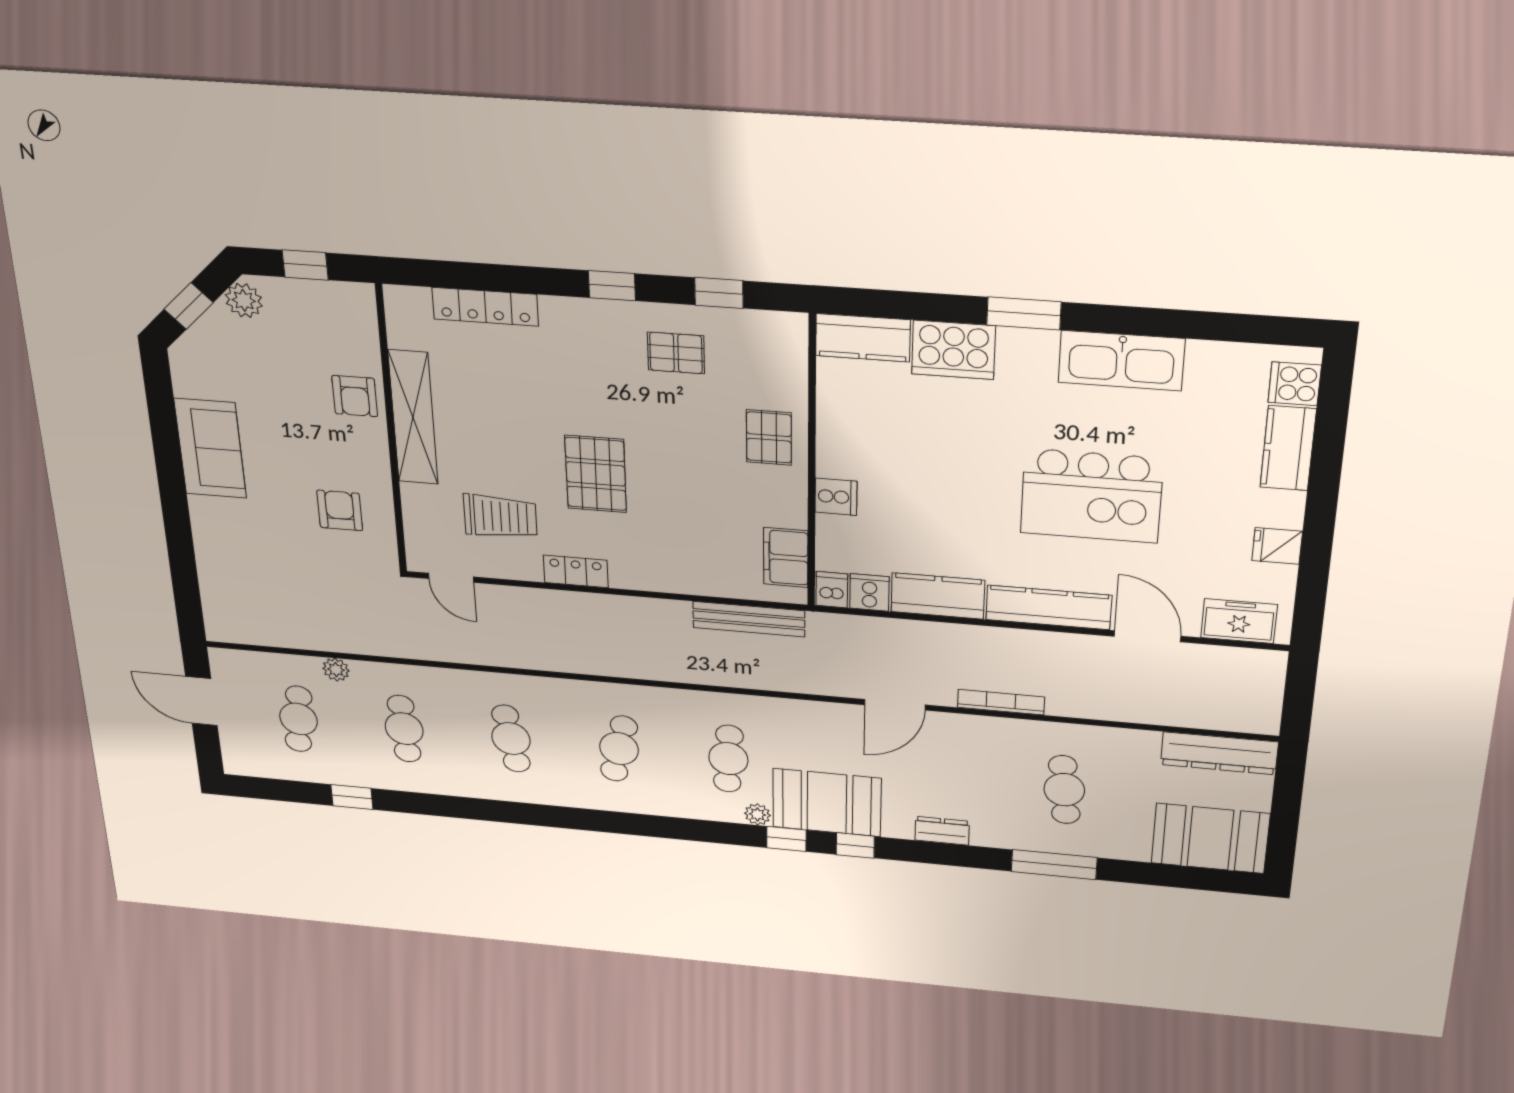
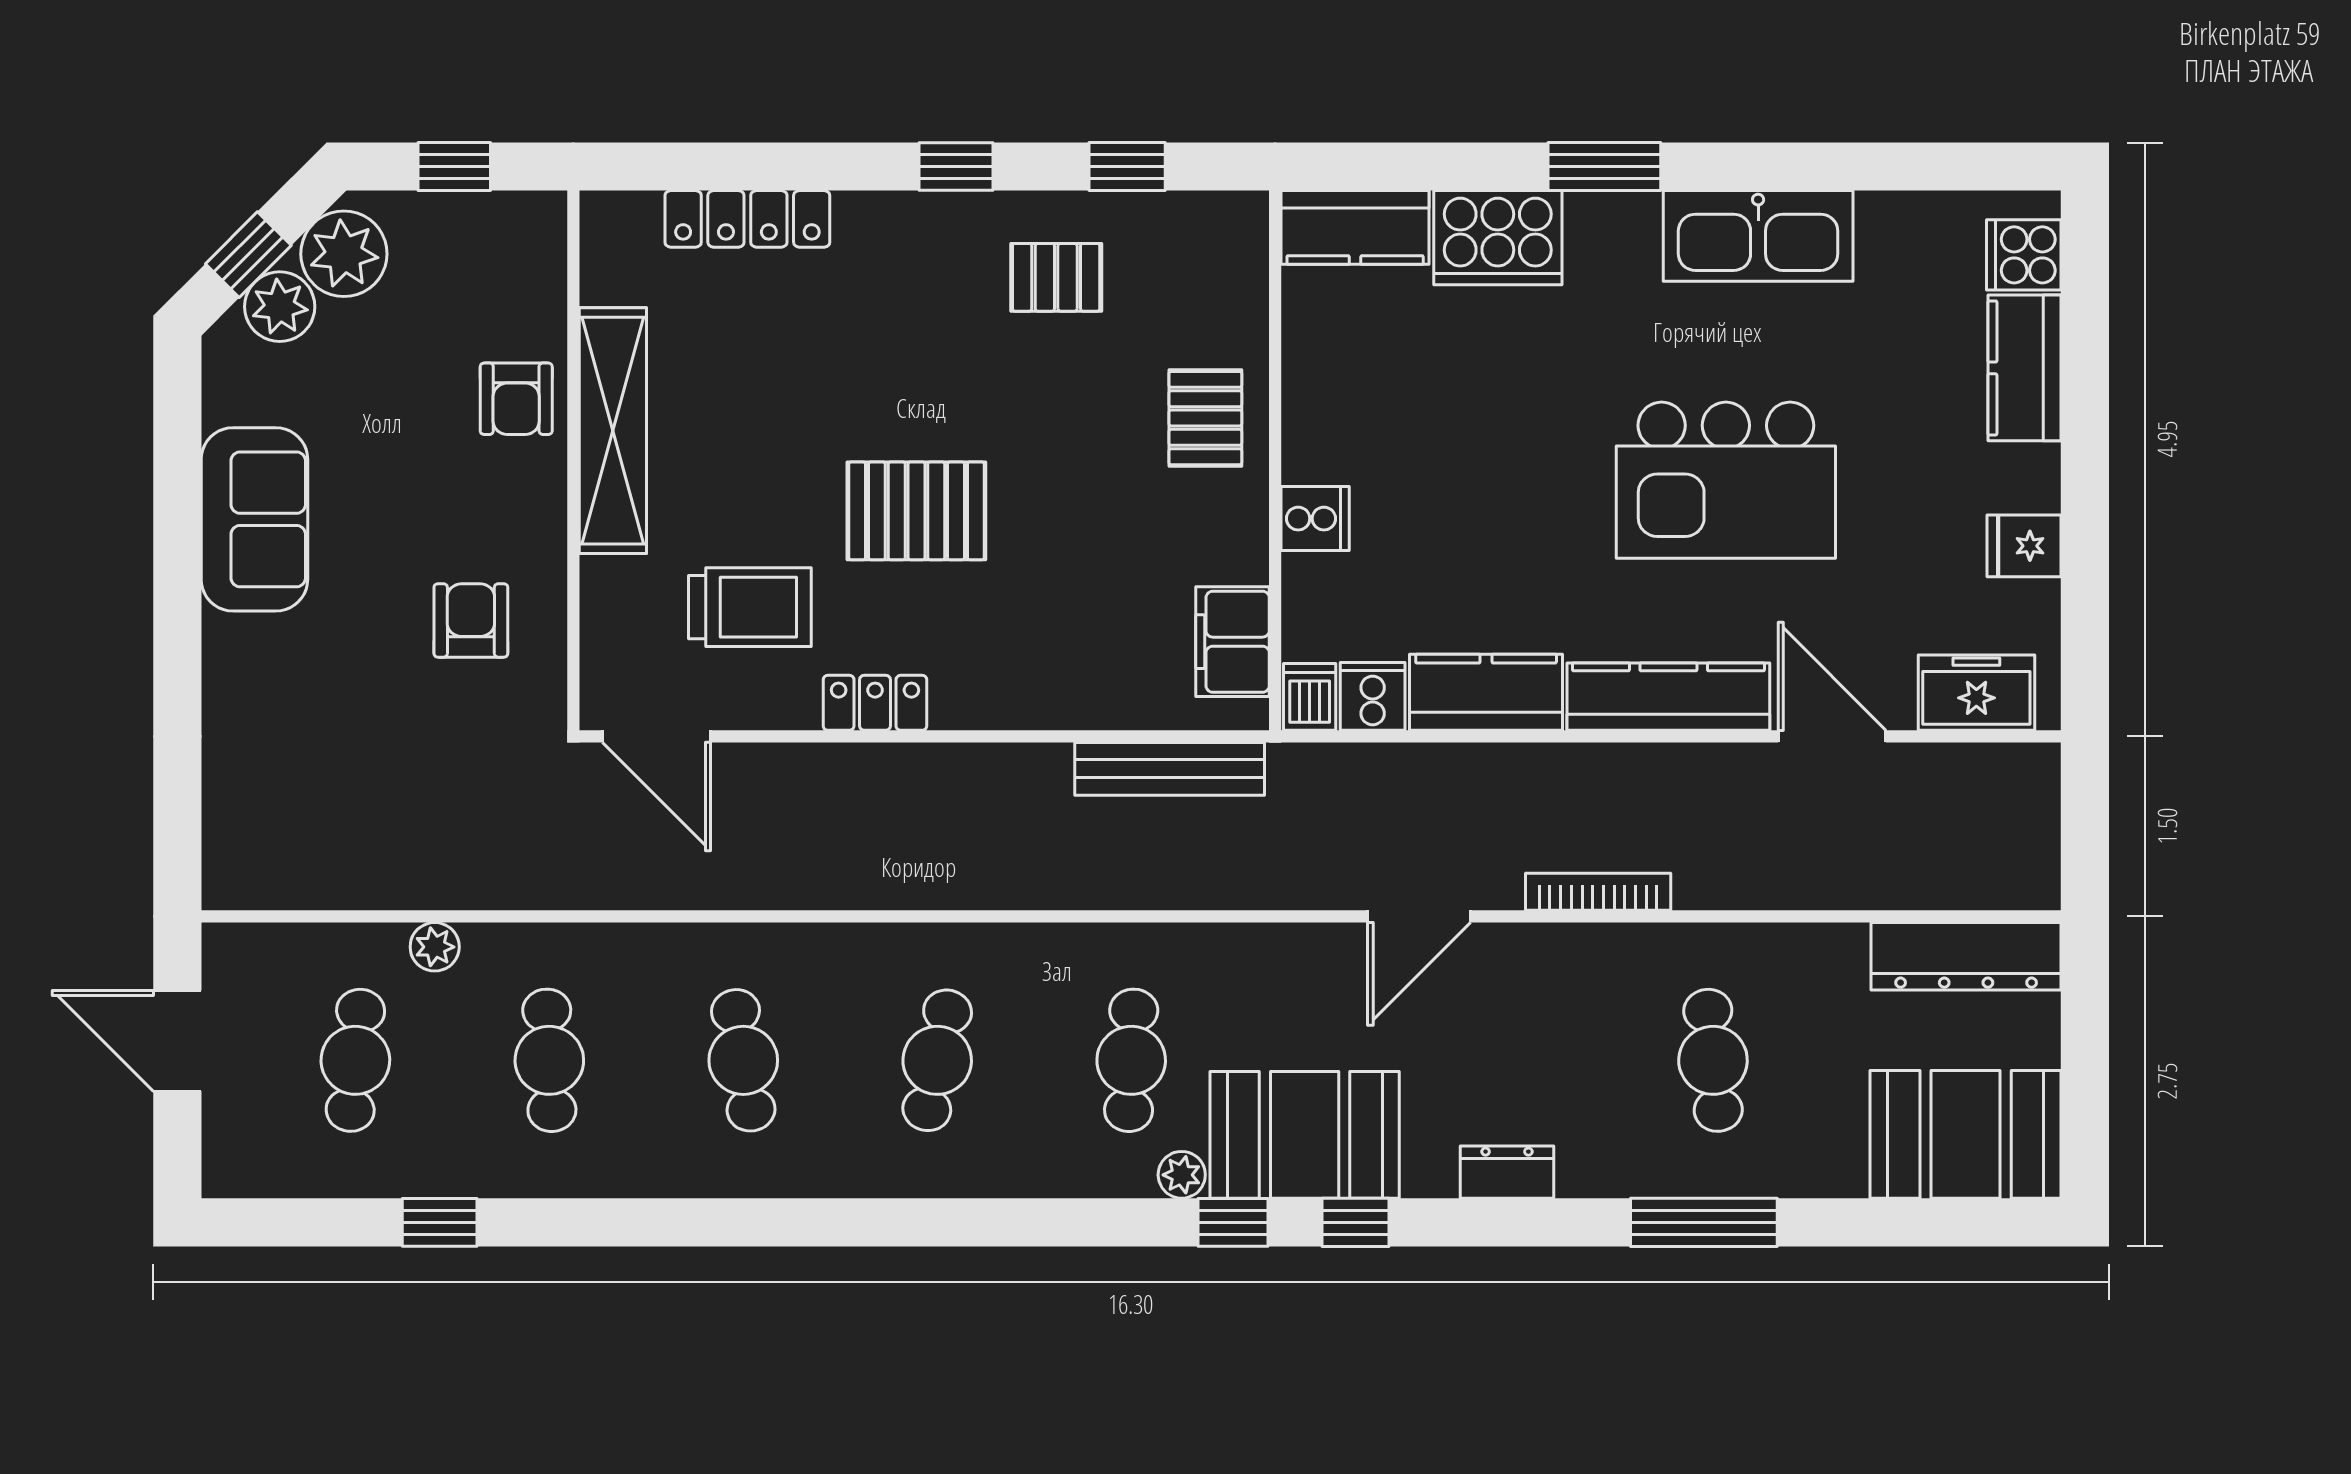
plant: (244, 300) -> (344, 254), width x1.36, depth x1.36
plant: (211, 336) -> (280, 307), added
pallet: (596, 474) -> (916, 511), turned 90
door: (451, 578) -> (657, 736), width x1.38

